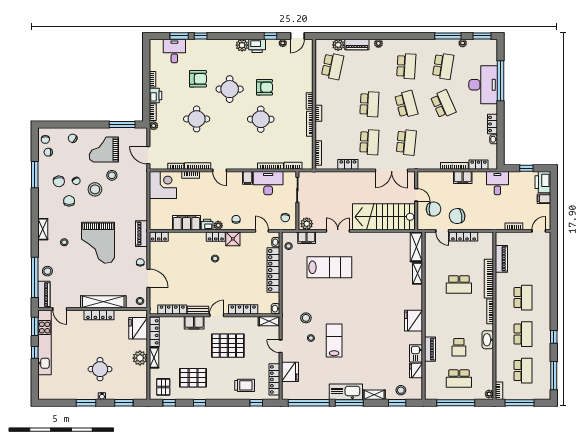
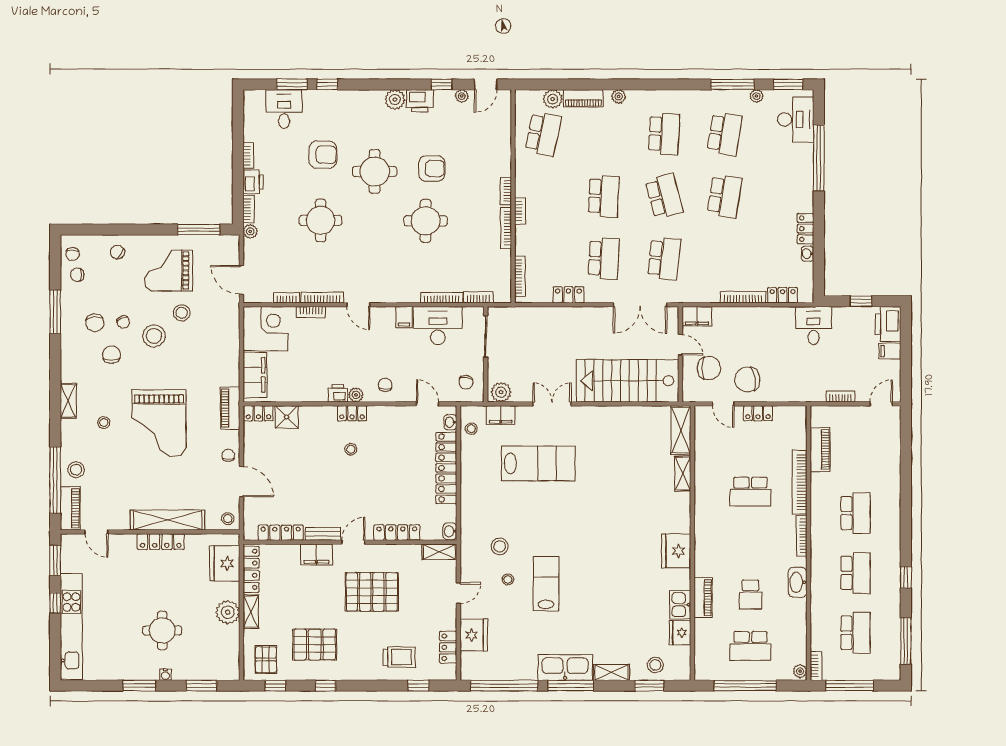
desk: (483, 85) -> (796, 119), moved, width x0.73, depth x0.77
school desk: (443, 104) -> (725, 196), turned 33
filing cabinet: (463, 177) -> (697, 316), moved
filing cabinet: (187, 223) -> (255, 375), moved, turned 90
locker: (464, 237) -> (758, 413), width x0.66
shower: (233, 239) -> (287, 417), moved
kitchen unit: (45, 342) -> (71, 626), moved
door: (281, 346) -> (458, 593), swing flipped
locker: (274, 379) -> (448, 647), width x0.66

